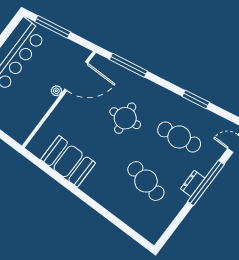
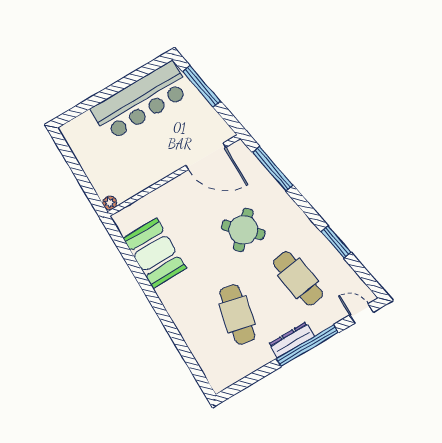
plant: (56, 91) -> (110, 203), moved
round table: (125, 118) -> (243, 230), turned -38
dresser: (193, 183) -> (291, 340), width x1.44

